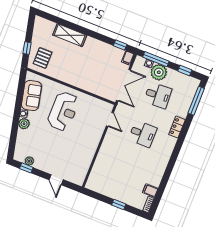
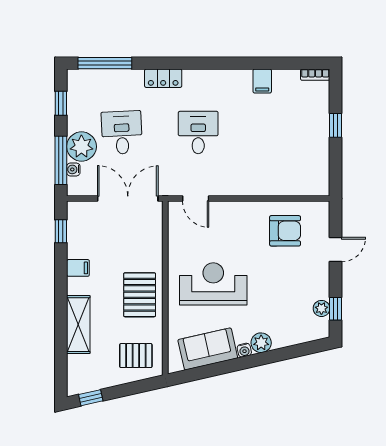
window: (27, 48) -> (91, 398), moved
filing cabinet: (128, 58) -> (78, 268), moved
pallet: (72, 72) -> (140, 295), added
door: (110, 119) -> (196, 198), swing flipped
armchair: (76, 158) -> (285, 231), added
filing cabinet: (150, 191) -> (262, 81), moved

